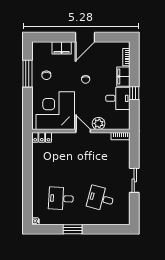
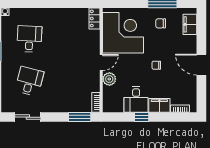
filing cabinet: (62, 48) -> (190, 24), moved
window: (134, 151) -> (80, 117), added
sliding door: (134, 180) -> (28, 117), moved

